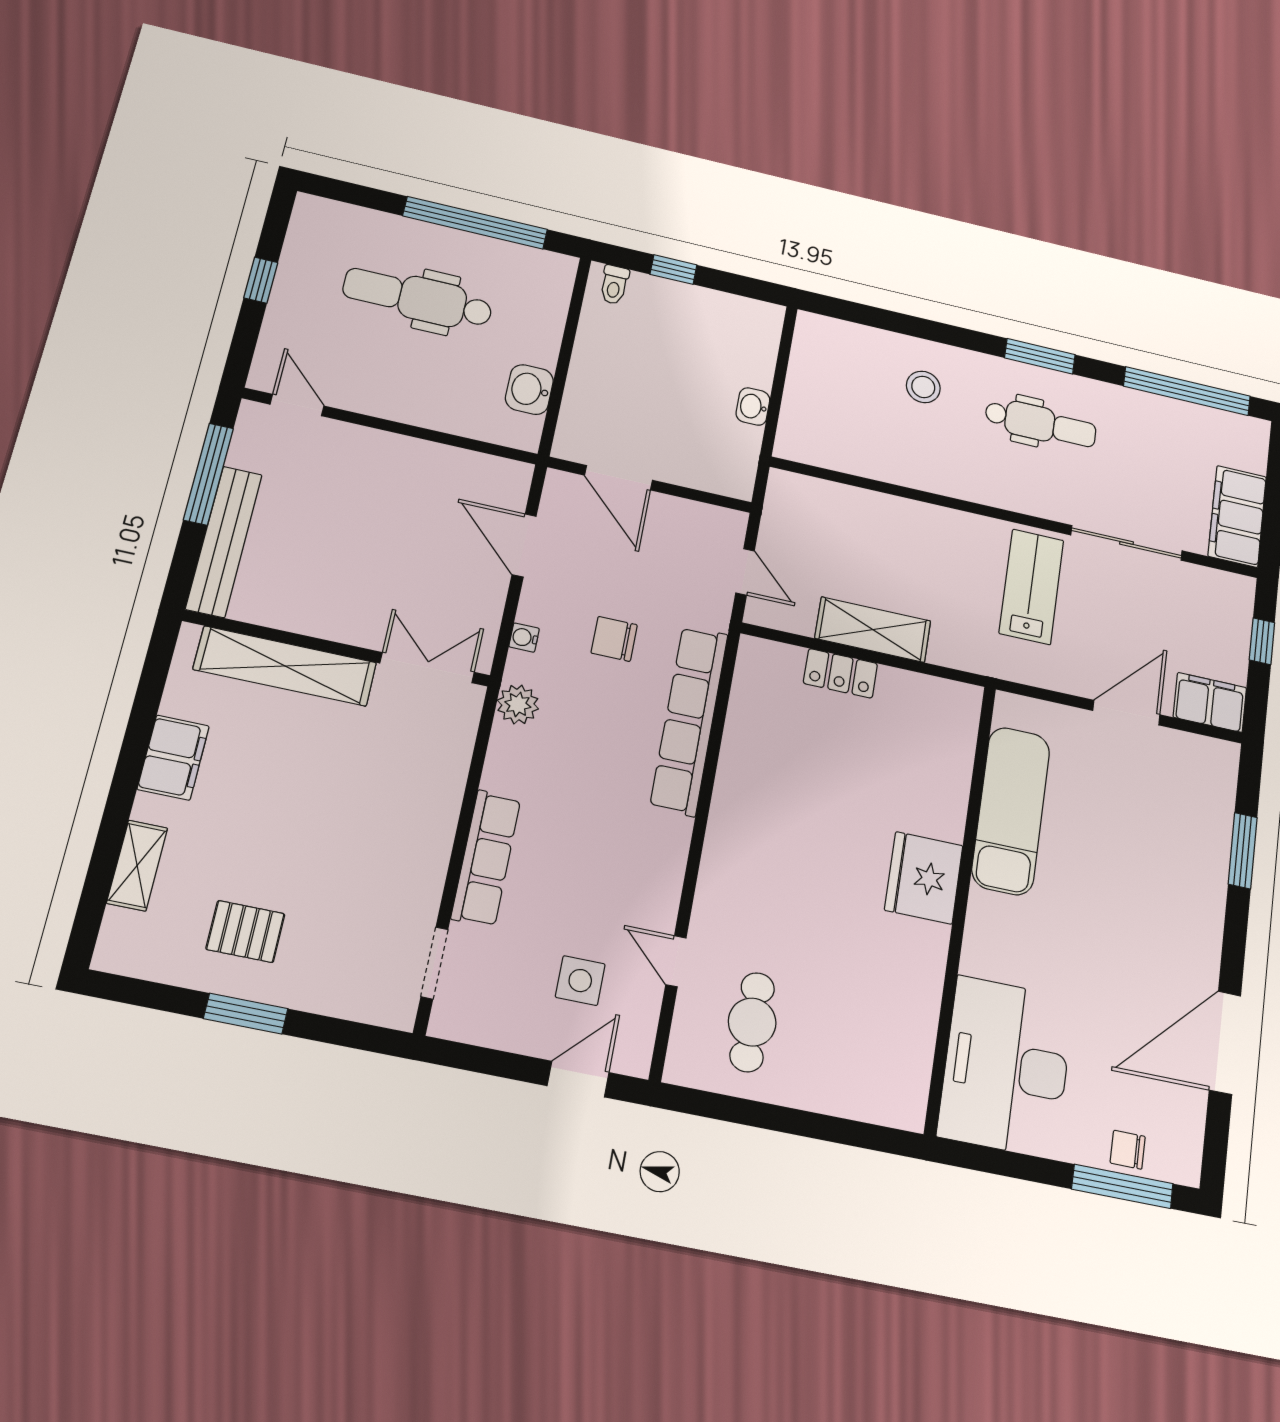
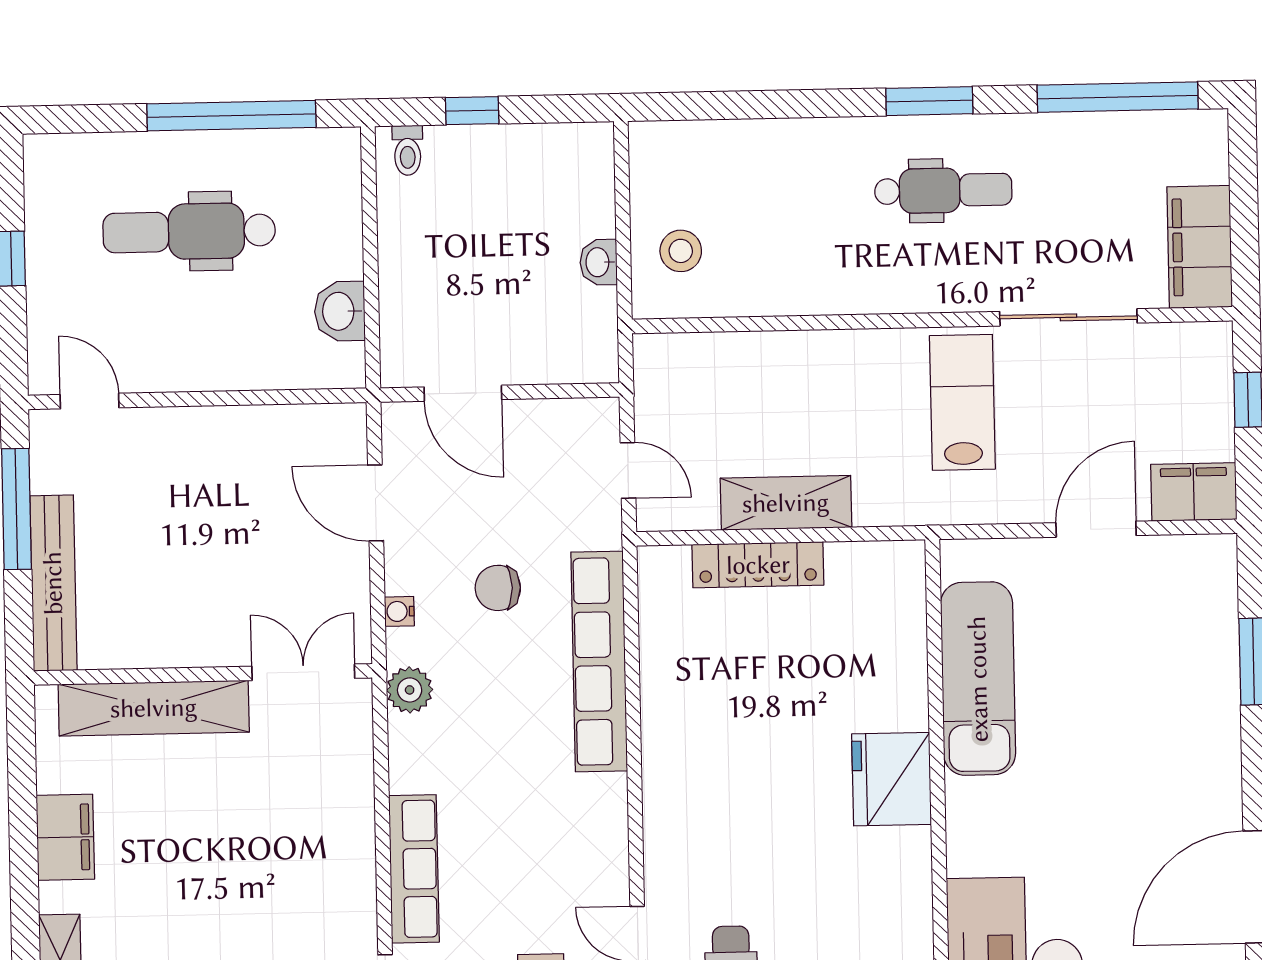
stool: (923, 387) -> (681, 251), moved
locker: (840, 673) -> (758, 565), width x1.53

